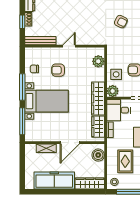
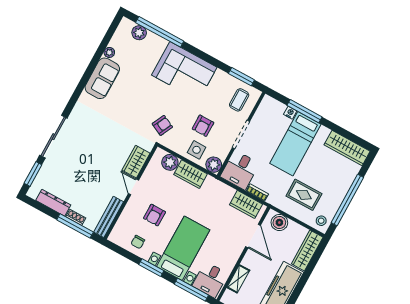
window: (22, 22) -> (75, 226), width x2.17
armchair: (121, 22) -> (162, 125), moved
wardrobe: (87, 39) -> (136, 162), added
window: (22, 87) -> (151, 268), width x0.69
wardrobe: (98, 99) -> (191, 174), moved, width x0.67
desk: (36, 130) -> (210, 280), added
door: (70, 143) -> (253, 236), moved

